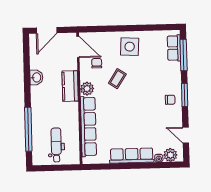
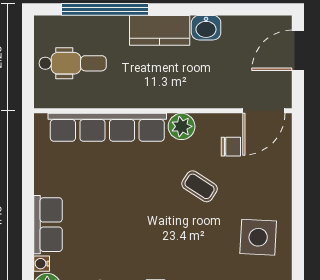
door: (47, 30) -> (298, 50), hinge flipped
side table: (130, 47) -> (258, 237), moved
kitchen counter: (70, 86) -> (160, 30), moved, turned 180
row of seats: (132, 156) -> (48, 225), width x0.68

